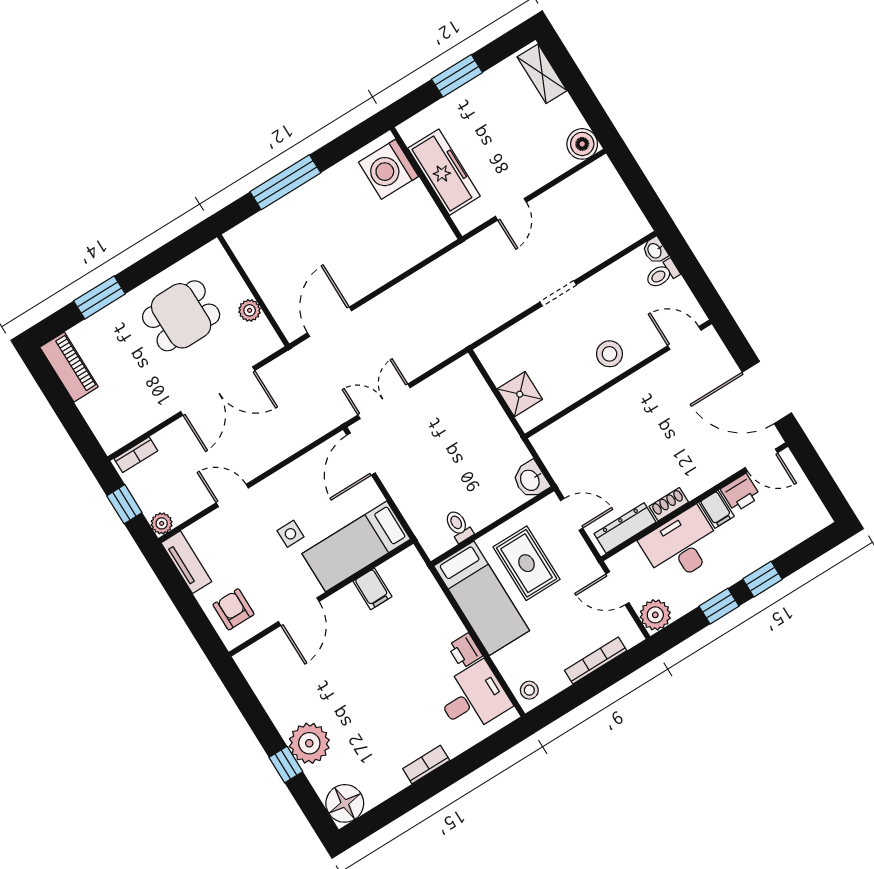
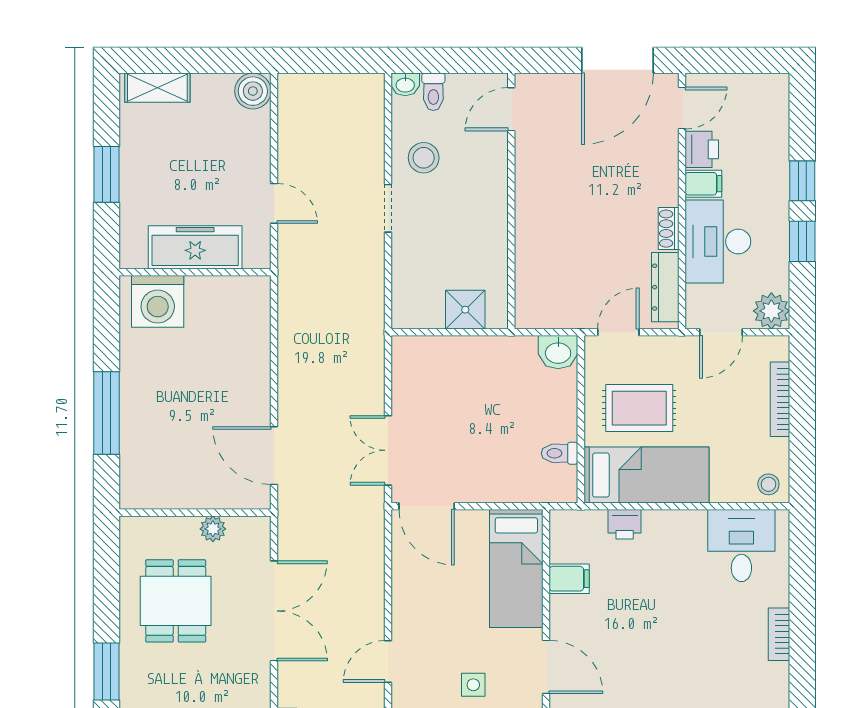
stool: (609, 354) -> (424, 158), moved
side table: (290, 534) -> (473, 685), moved
printer: (465, 651) -> (625, 524), moved

